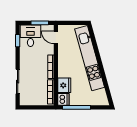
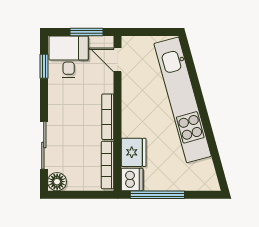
floor lamp: (25, 101) -> (57, 182), added

